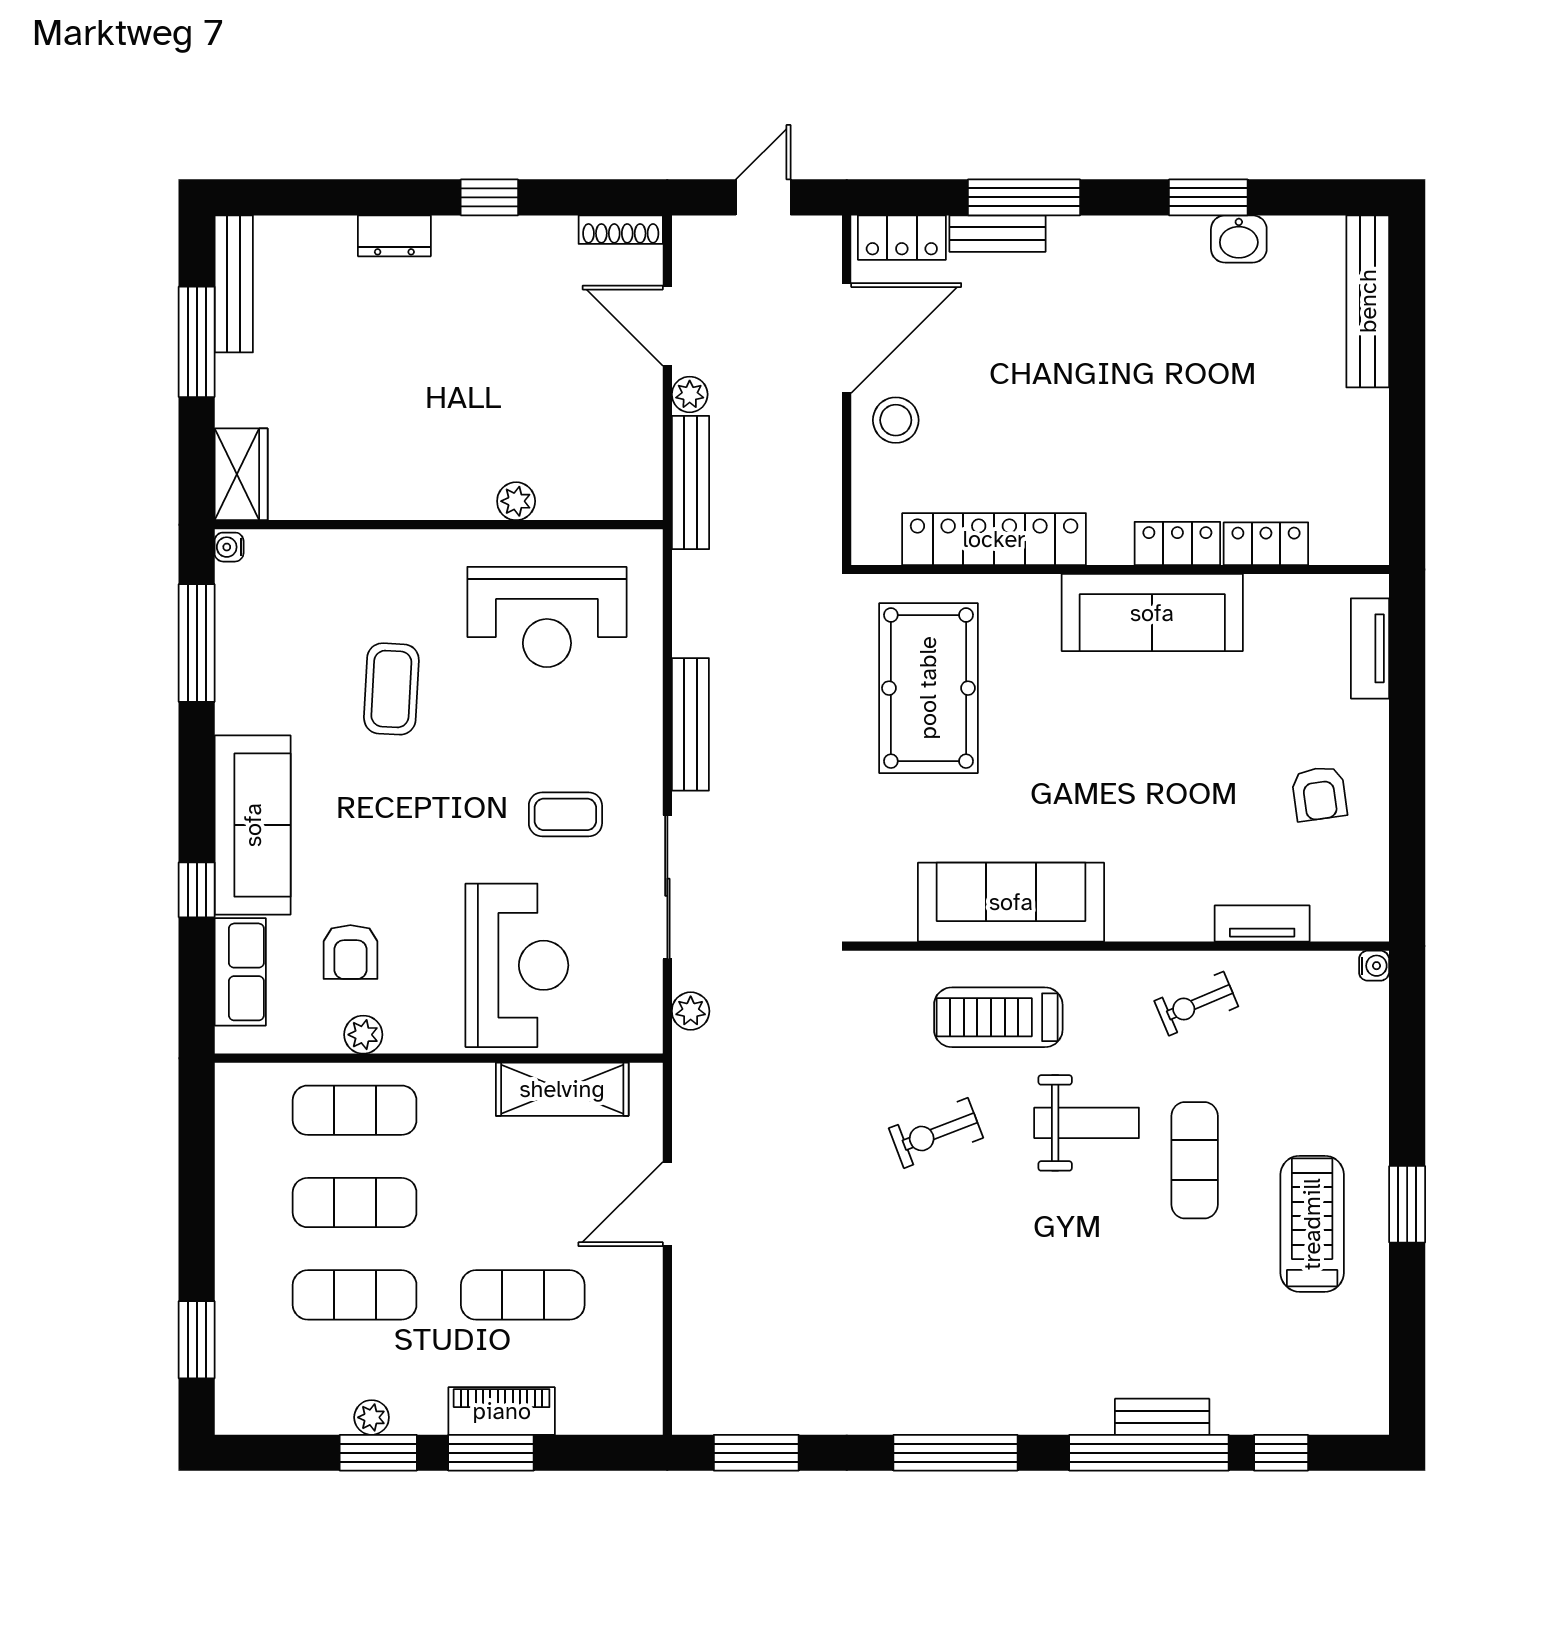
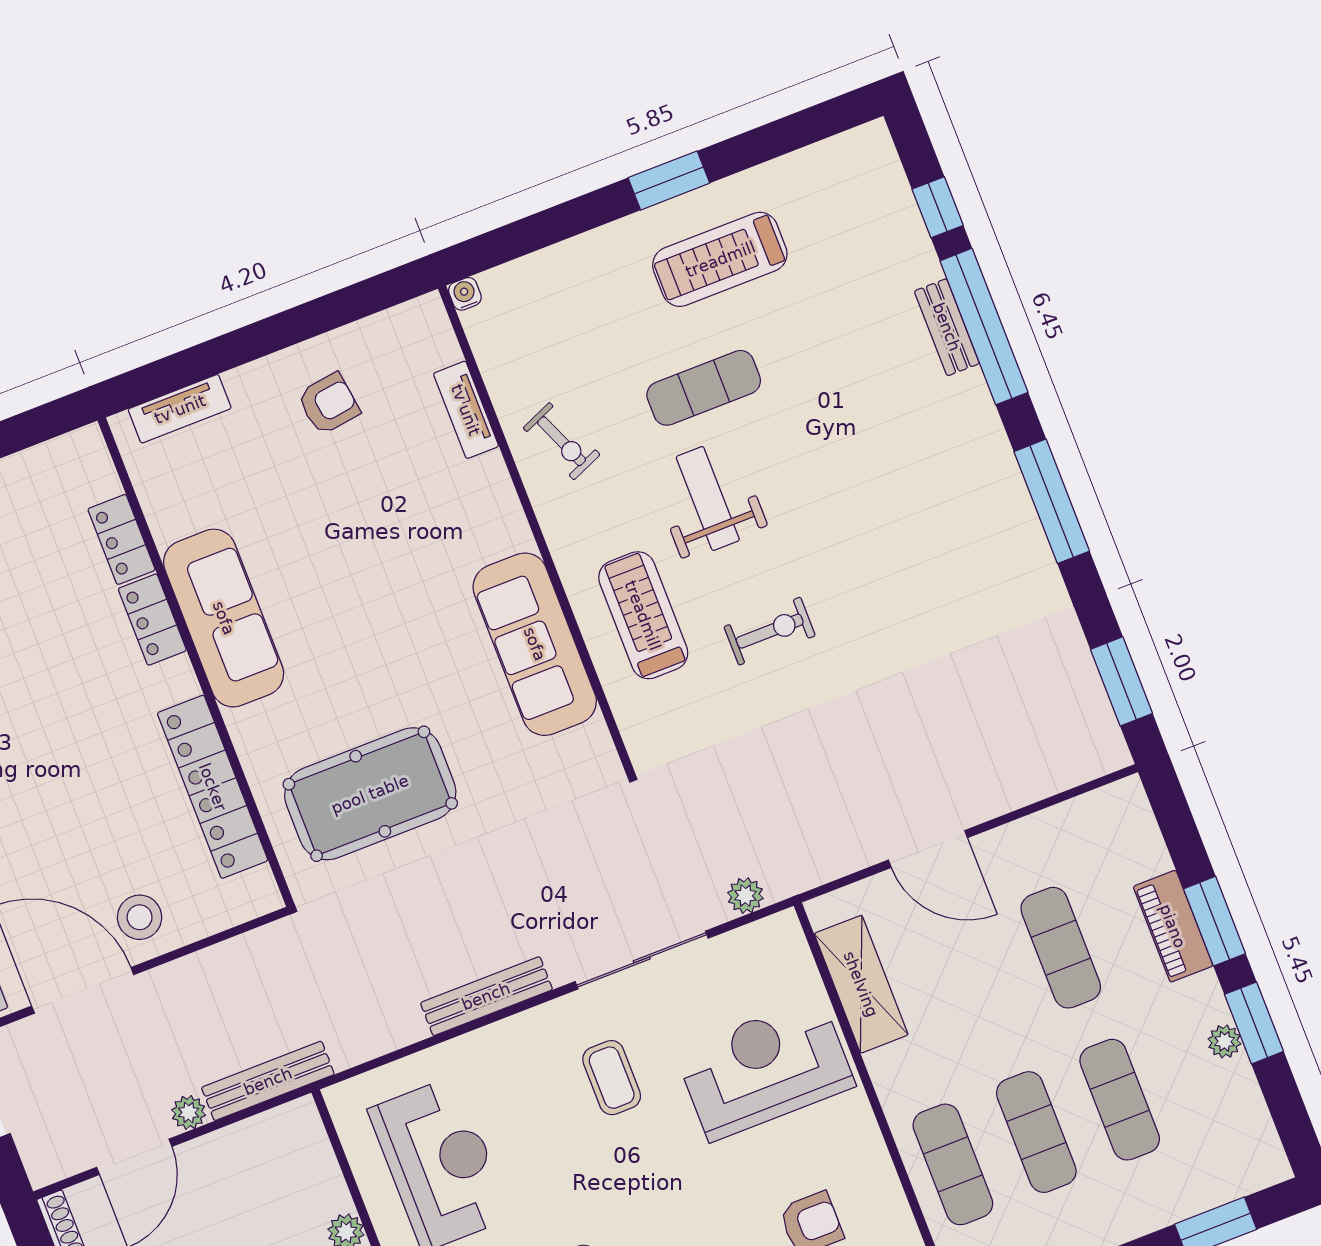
treadmill: (998, 1017) -> (643, 615), turned 180
plant: (363, 1035) -> (881, 1183), removed
exercise bike: (936, 1133) -> (770, 631), turned -69

